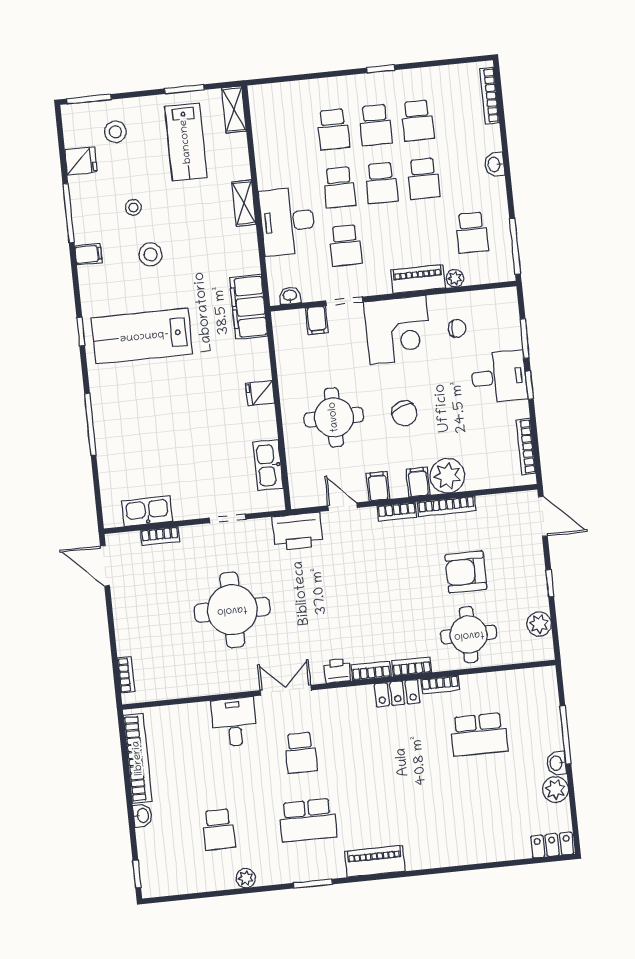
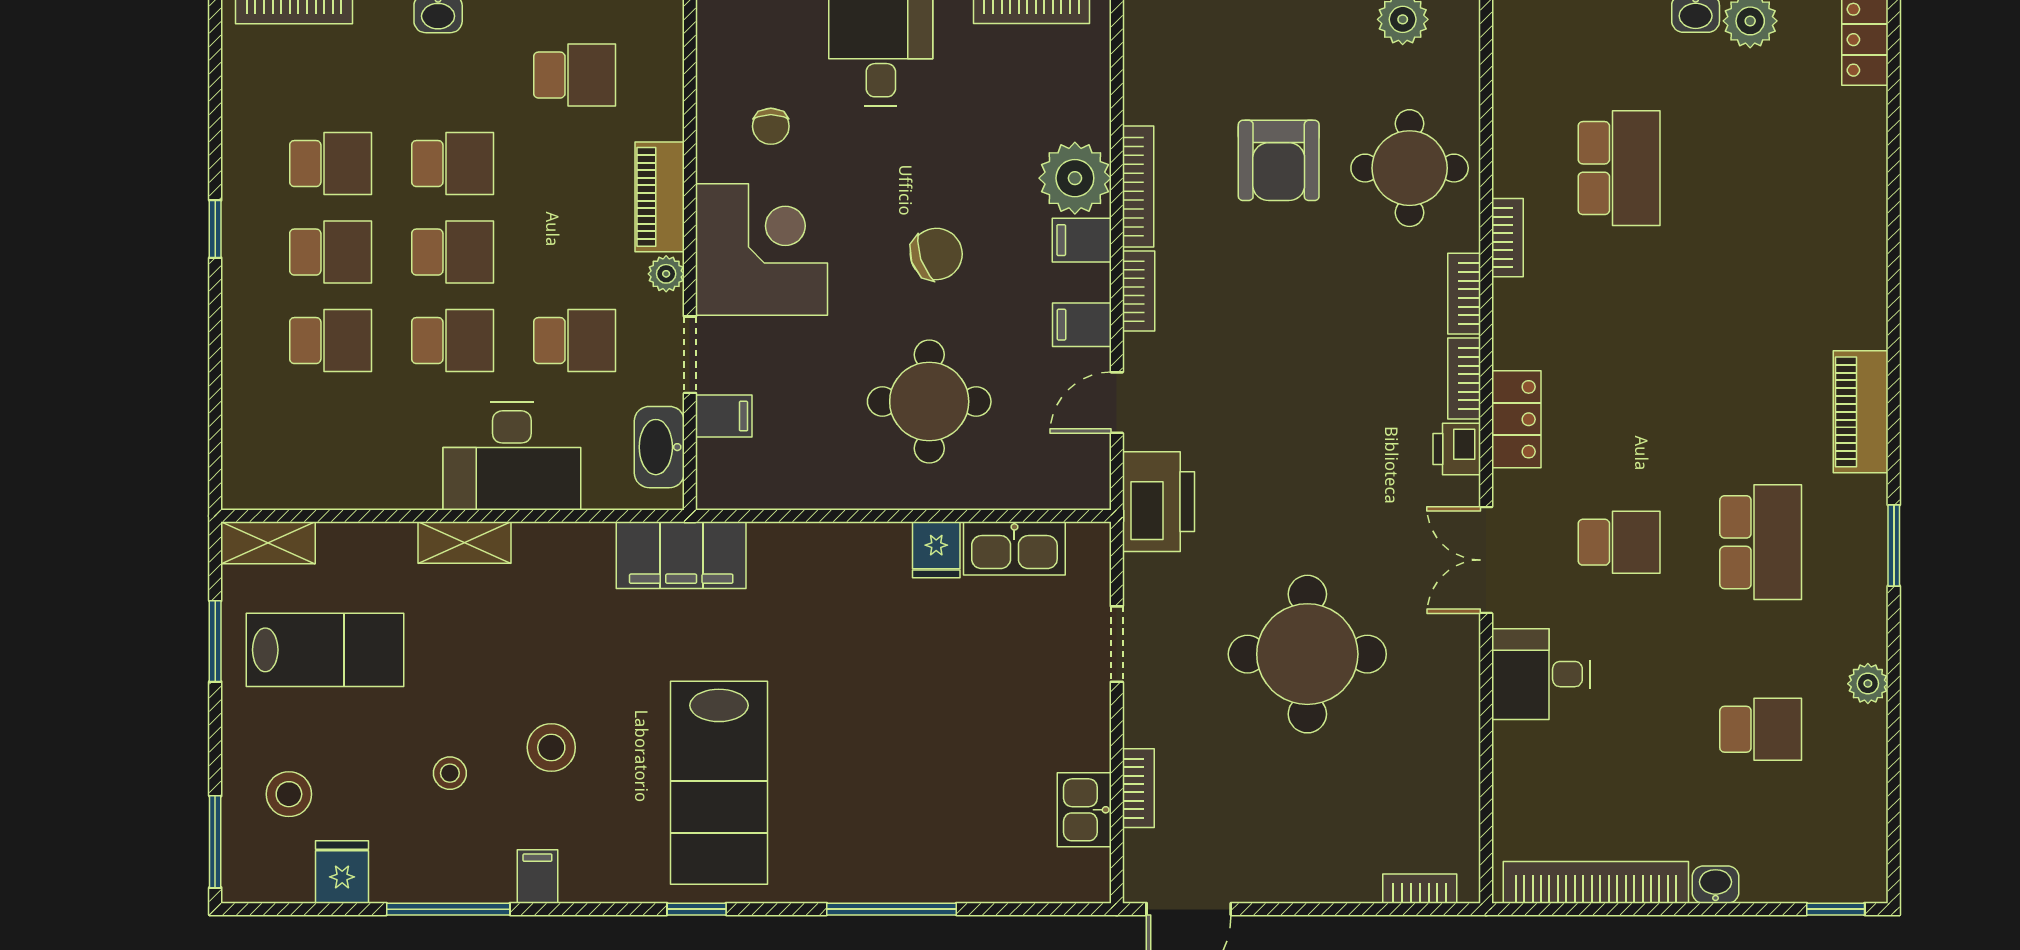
plant: (455, 278) -> (666, 274), moved
washbasin: (290, 296) -> (659, 447), width x1.91, depth x1.45
chair: (457, 328) -> (771, 126), turned 180
fridge: (260, 393) -> (936, 550), moved
kitchen sink: (147, 511) -> (1084, 810), width x0.73
locker: (397, 693) -> (1516, 419), moved

